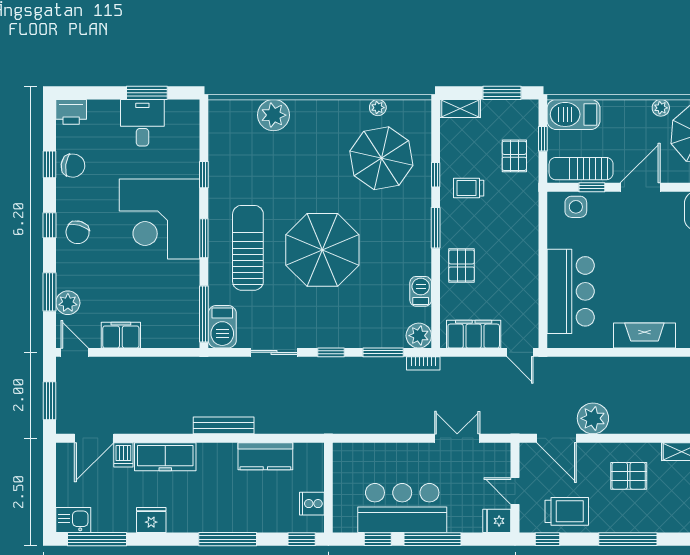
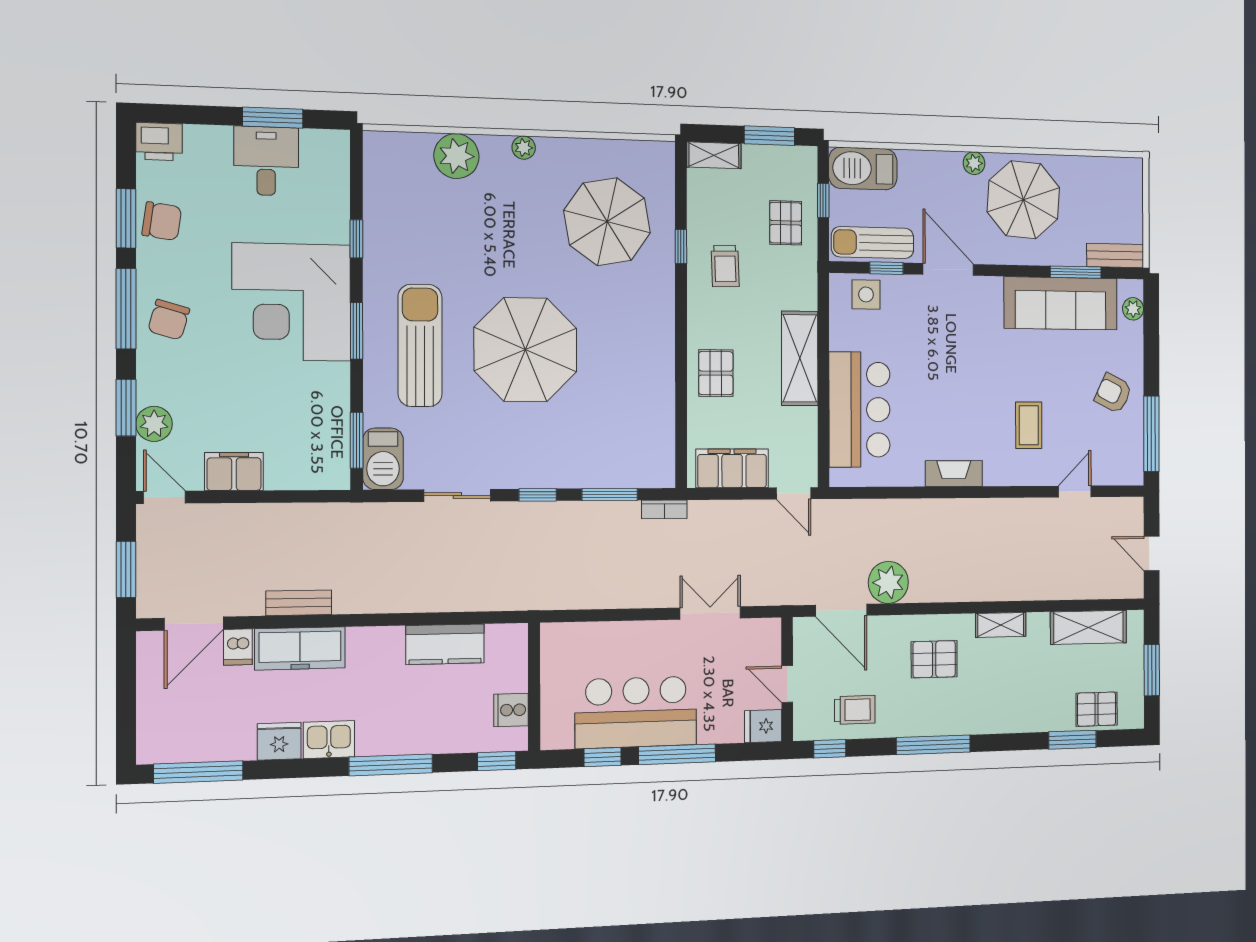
plant: (378, 108) -> (524, 148), moved
window: (49, 164) -> (126, 218), width x1.50
door: (640, 187) -> (948, 269), hinge flipped
trolley: (469, 188) -> (725, 266), turned -92
window: (49, 225) -> (126, 309), width x2.17
window: (436, 228) -> (681, 320), removed
shelving: (525, 254) -> (800, 358), added
barbecue: (421, 291) -> (661, 409), removed
window: (204, 314) -> (357, 440), width x0.69
fireplace: (644, 335) -> (954, 474), width x0.73, depth x0.76
plant: (419, 336) -> (658, 471), removed
bench: (224, 425) -> (299, 603), moved, width x0.73
trolley: (567, 511) -> (855, 710), width x0.73, depth x0.72
kitchen sink: (73, 520) -> (329, 740), moved

